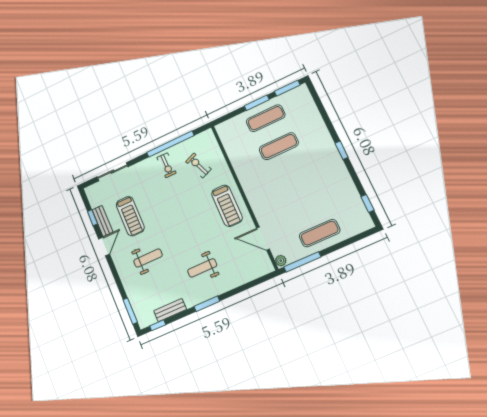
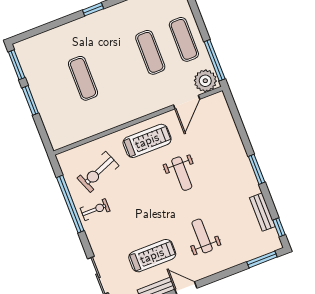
exercise mat: (266, 118) -> (150, 52), moved
exercise bike: (198, 165) -> (98, 172), width x1.38, depth x1.39
plant: (281, 261) -> (205, 81), width x1.87, depth x1.87
weight bench: (202, 268) -> (182, 174), moved

